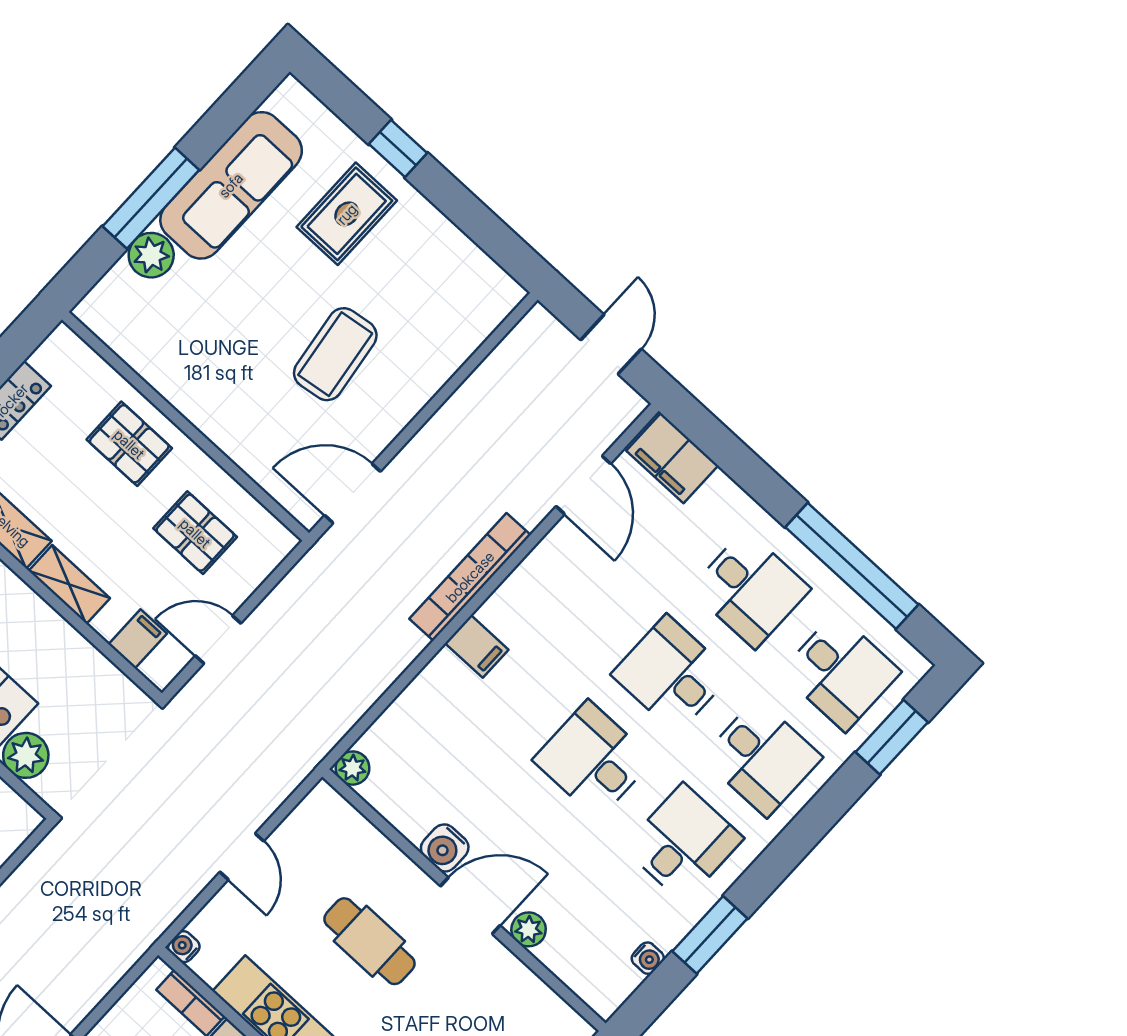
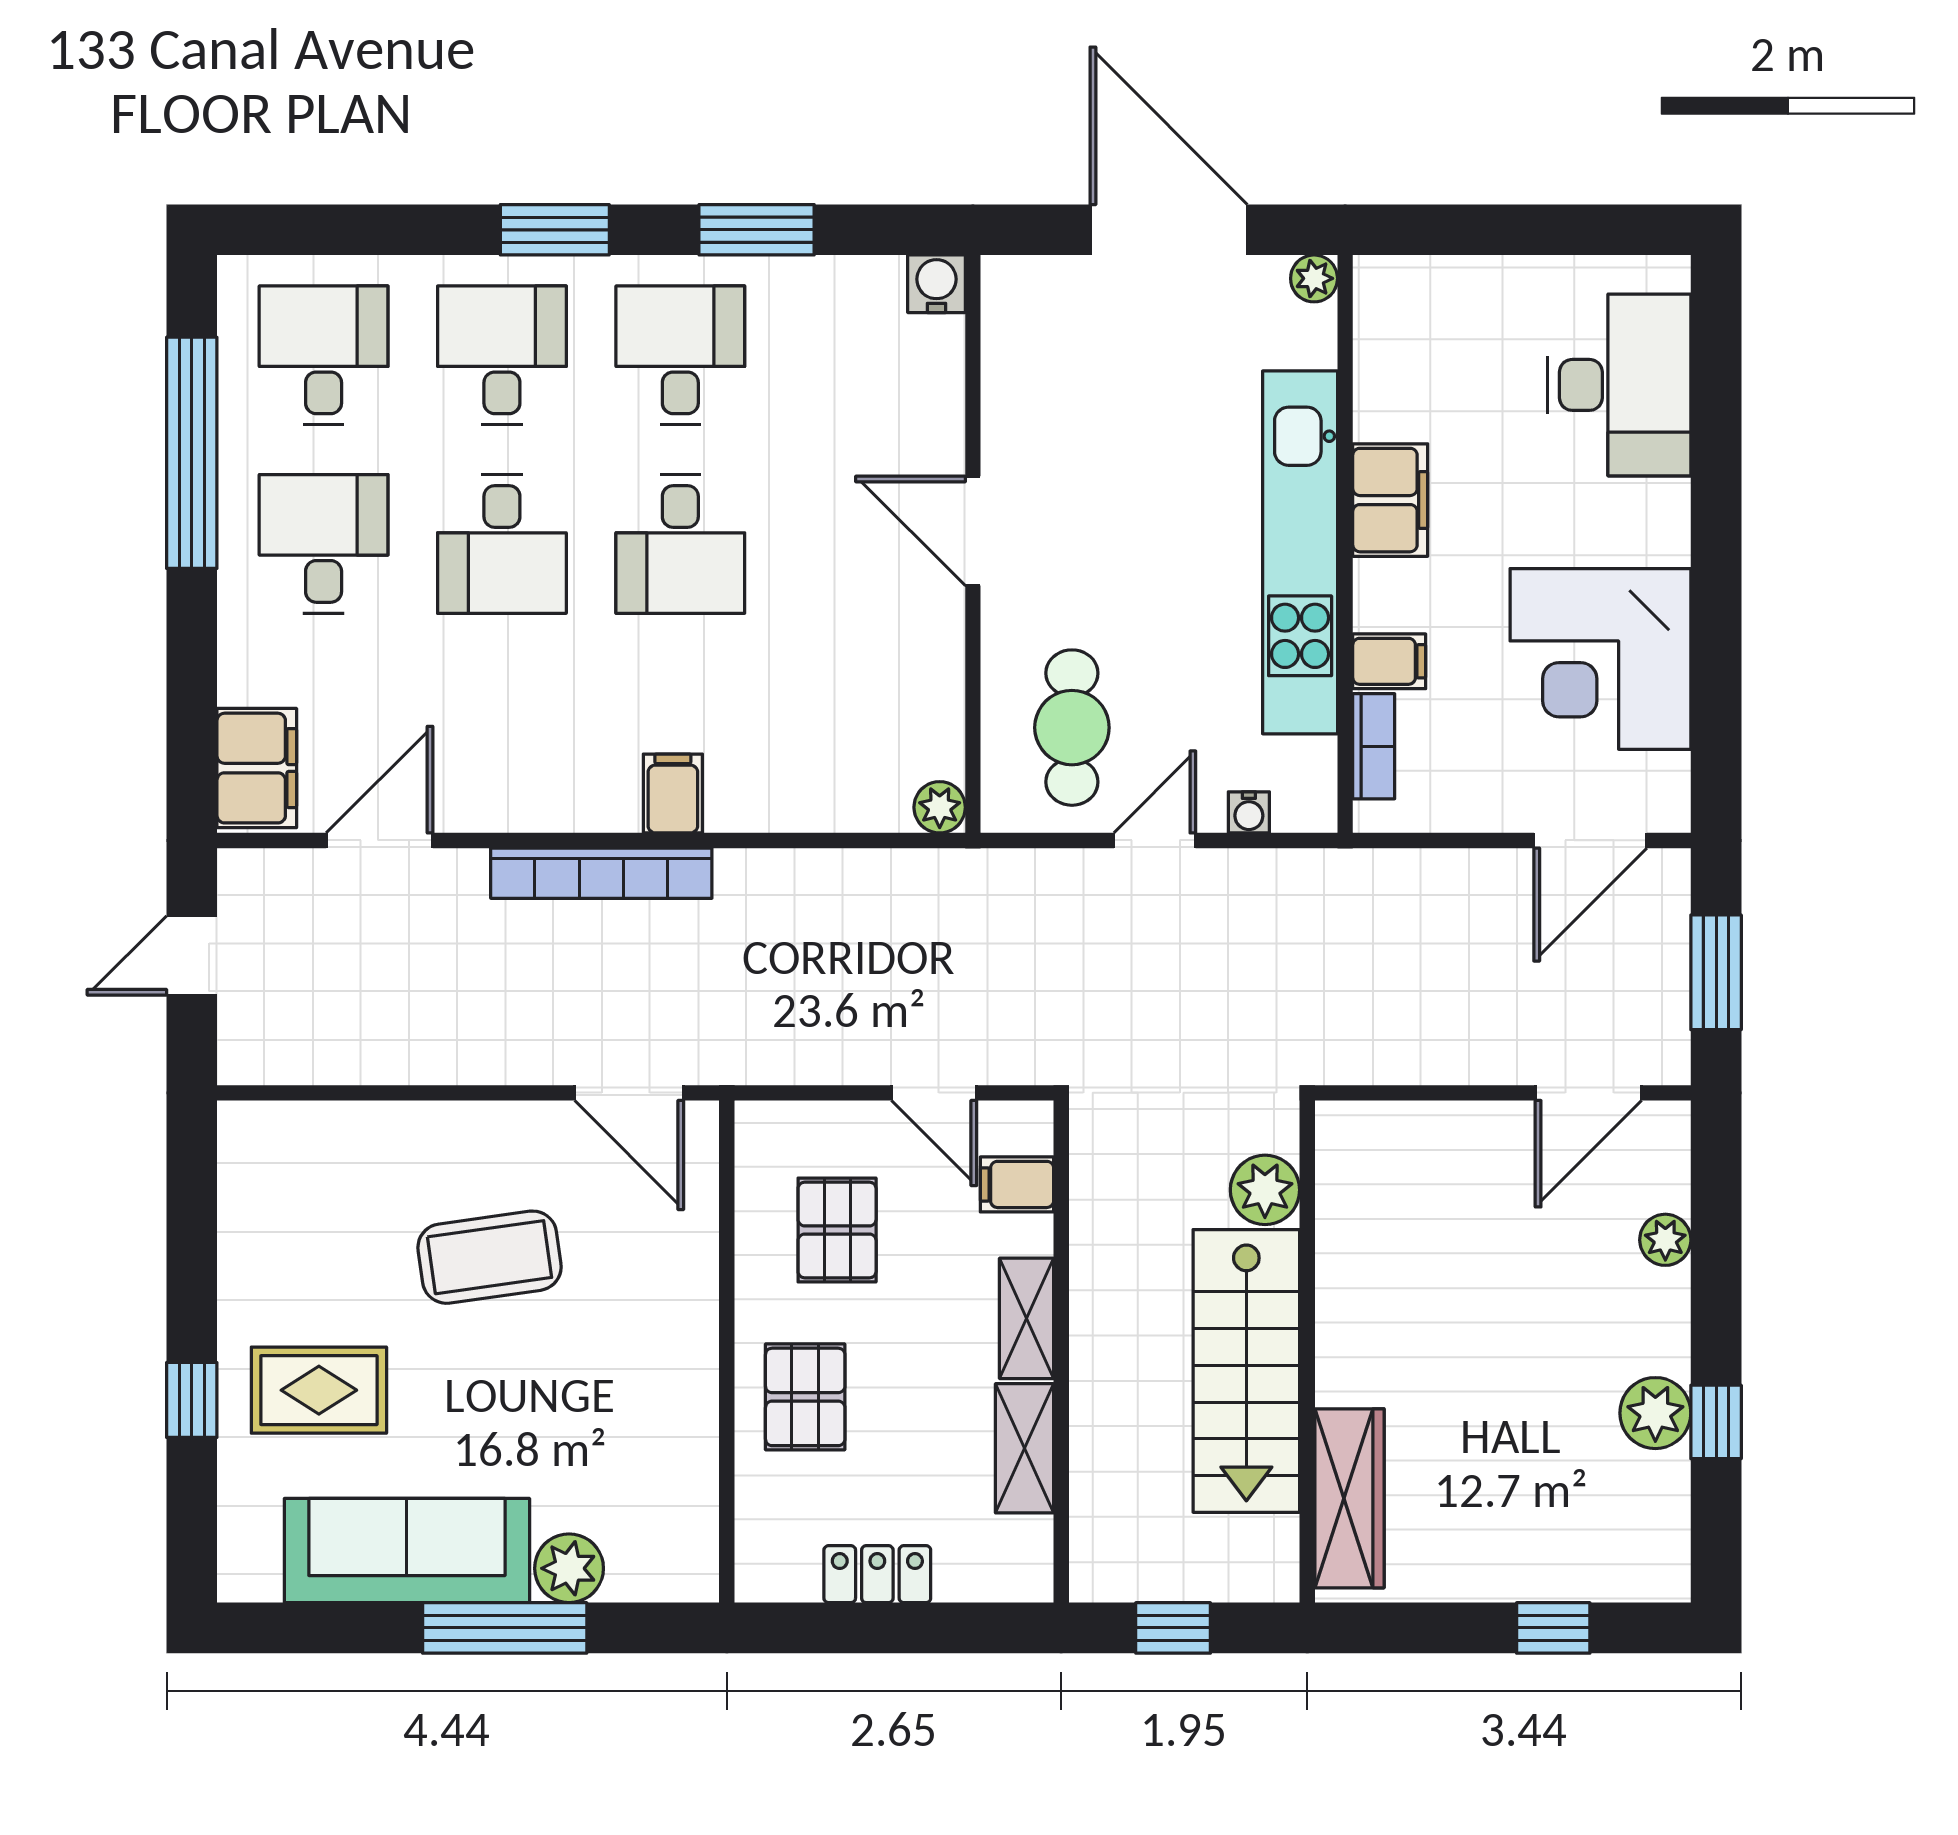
window: (892, 737) -> (555, 230), moved
desk: (683, 843) -> (680, 355), turned 90
water cooler: (445, 848) -> (934, 620), removed
plant: (529, 929) -> (939, 440), removed
cafe table: (369, 941) -> (1072, 728), moved
water cooler: (184, 947) -> (1249, 812), moved
water cooler: (648, 958) -> (936, 284), moved, width x1.38, depth x1.38

